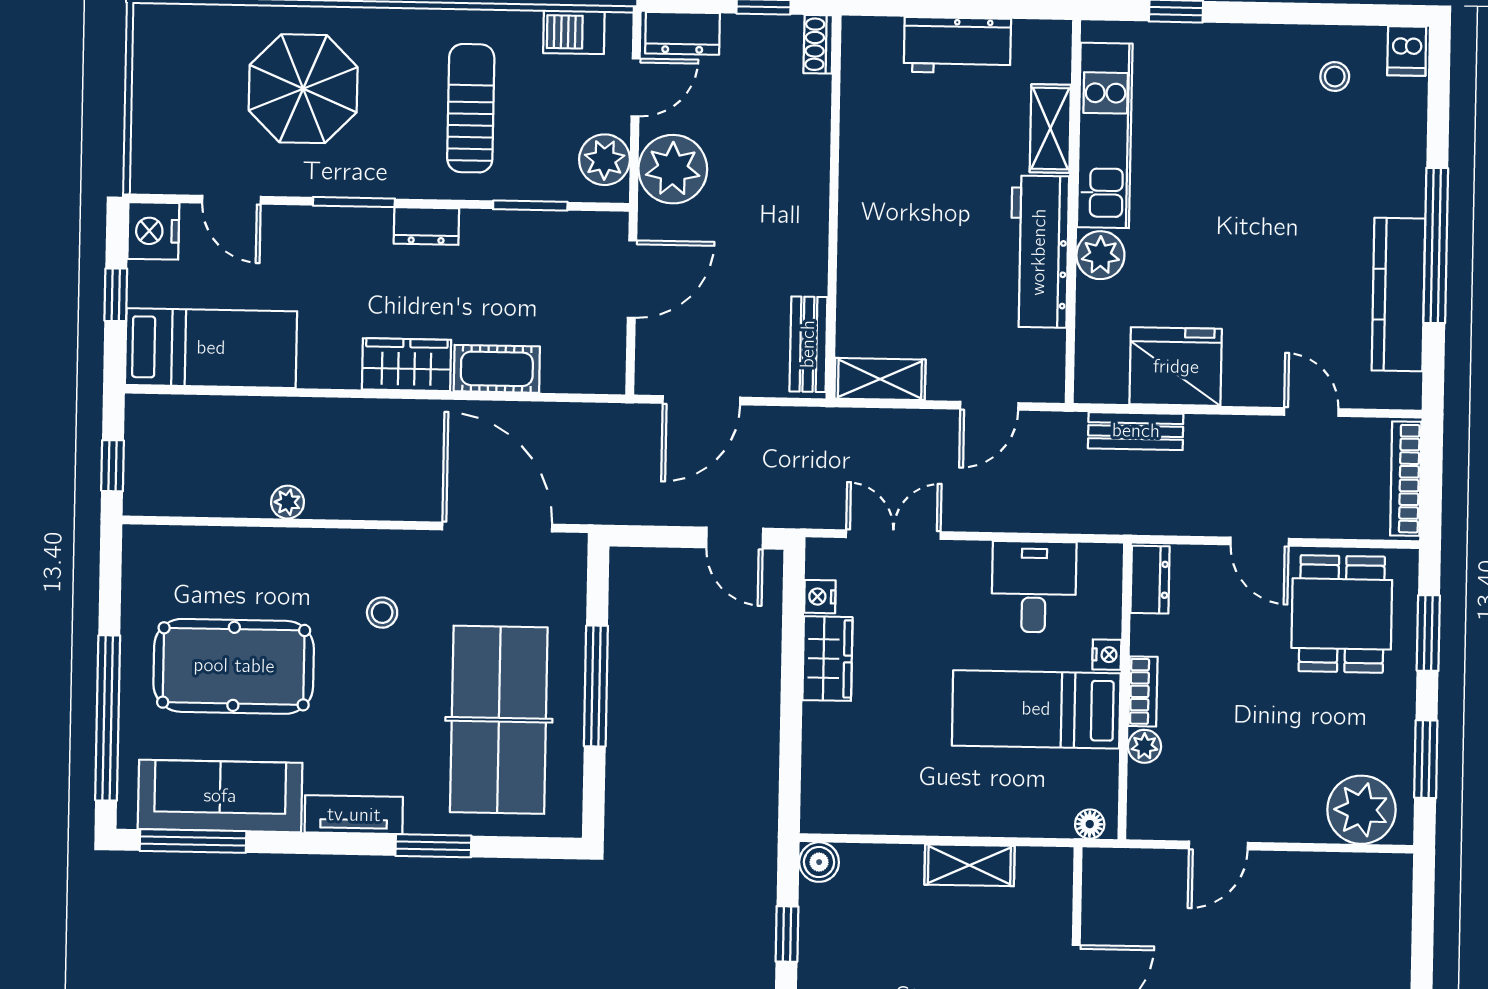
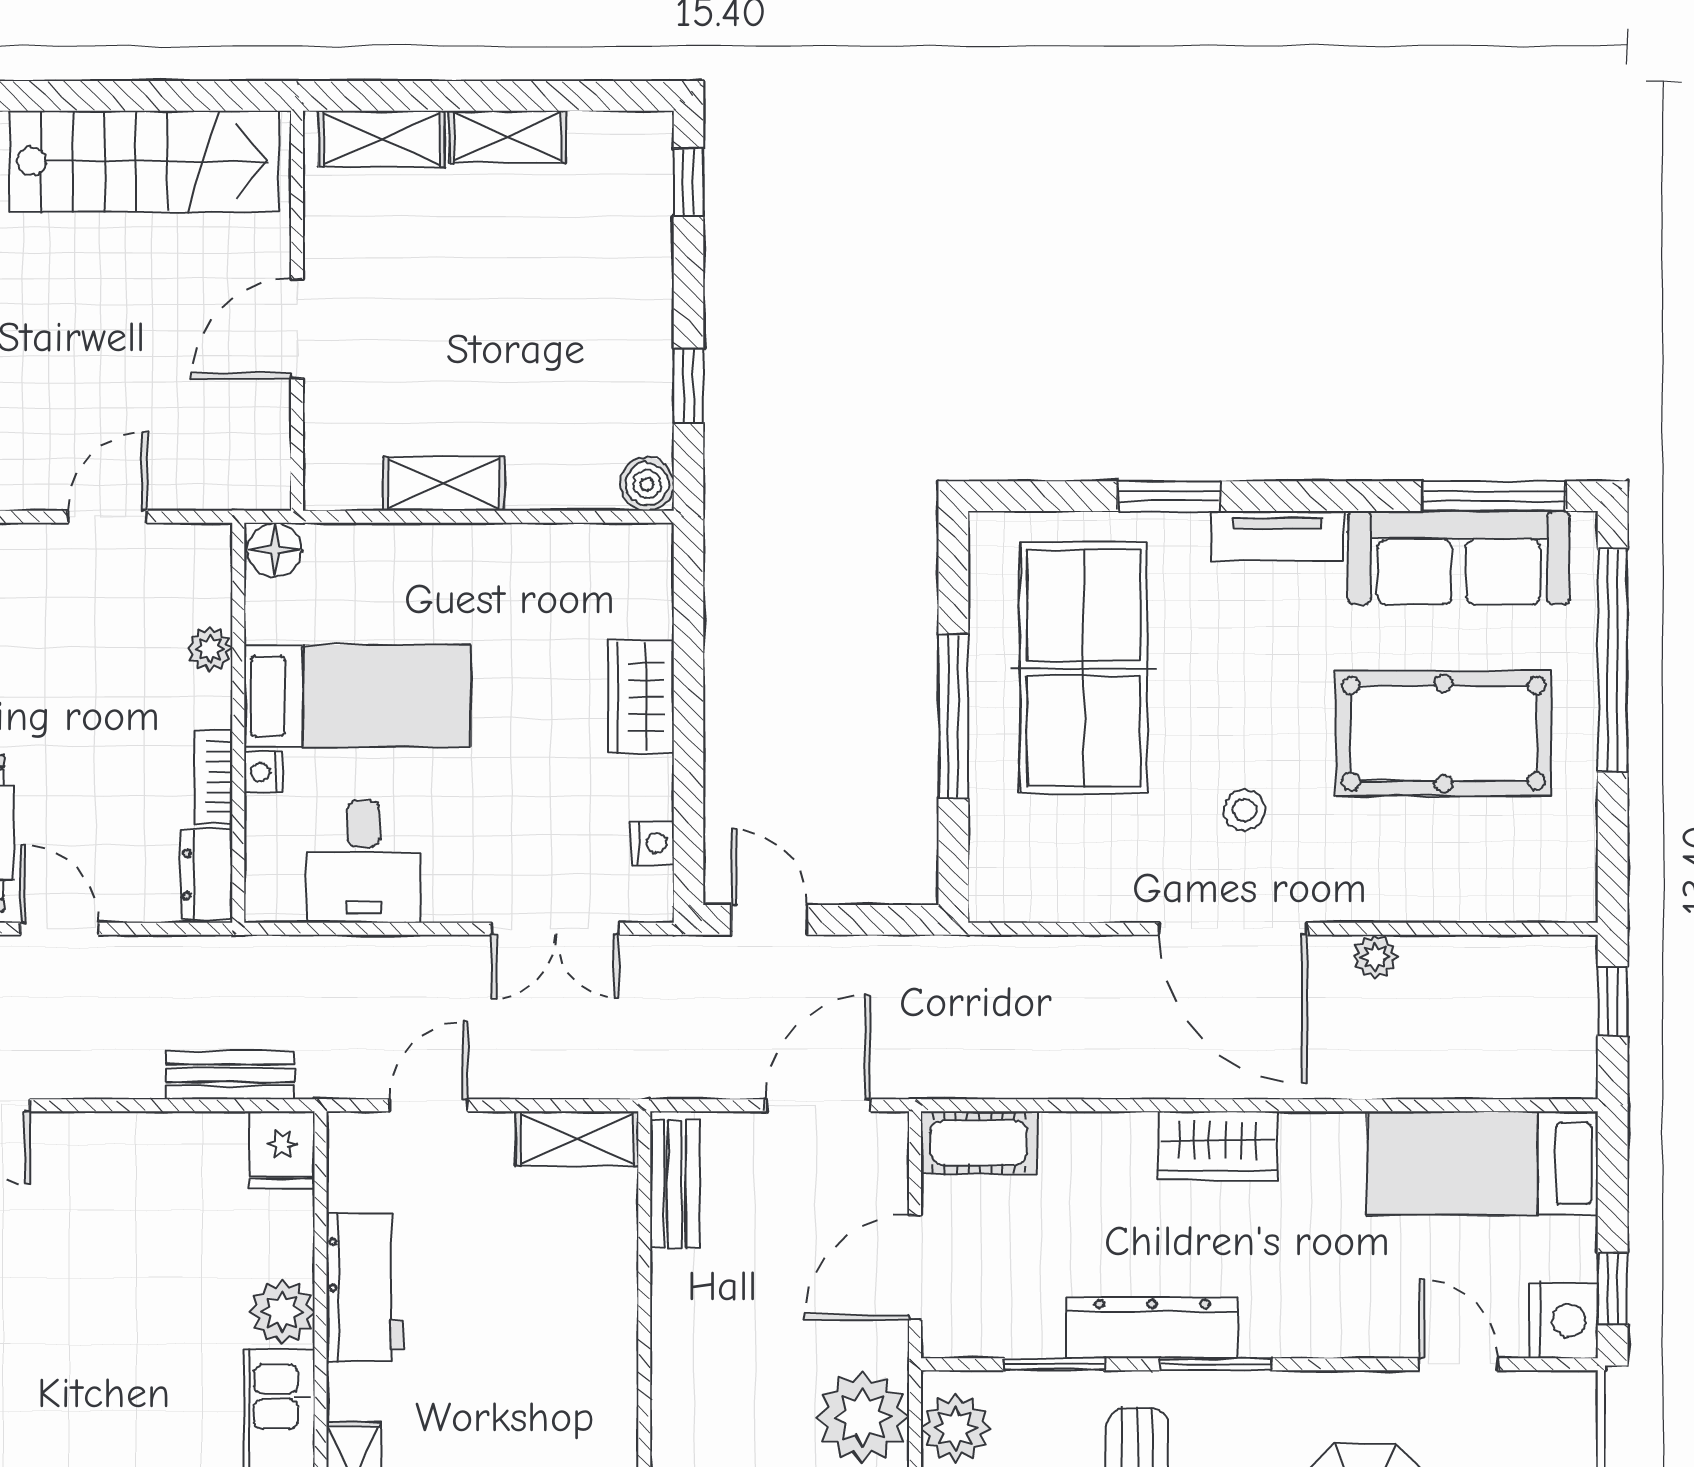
window: (354, 202) -> (1215, 1364), moved
dresser: (426, 226) -> (1152, 1328), width x1.96, depth x1.24
workbench: (1039, 252) -> (365, 1287), width x0.73
window: (116, 295) -> (1613, 1288), moved
fridge: (1176, 367) -> (282, 1150), moved, width x0.53, depth x0.75
cot: (497, 369) -> (979, 1143), moved
door: (497, 527) -> (1233, 929), moved
wardrobe: (827, 659) -> (641, 697), moved
bookcase: (1143, 691) -> (213, 777), moved
floor lamp: (1090, 824) -> (275, 550), width x1.37, depth x1.37

